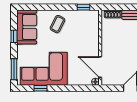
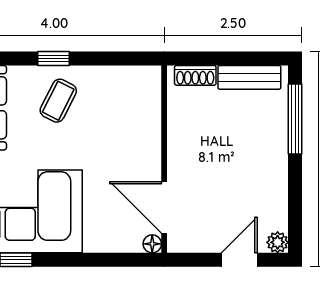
window: (83, 7) -> (53, 58), moved

